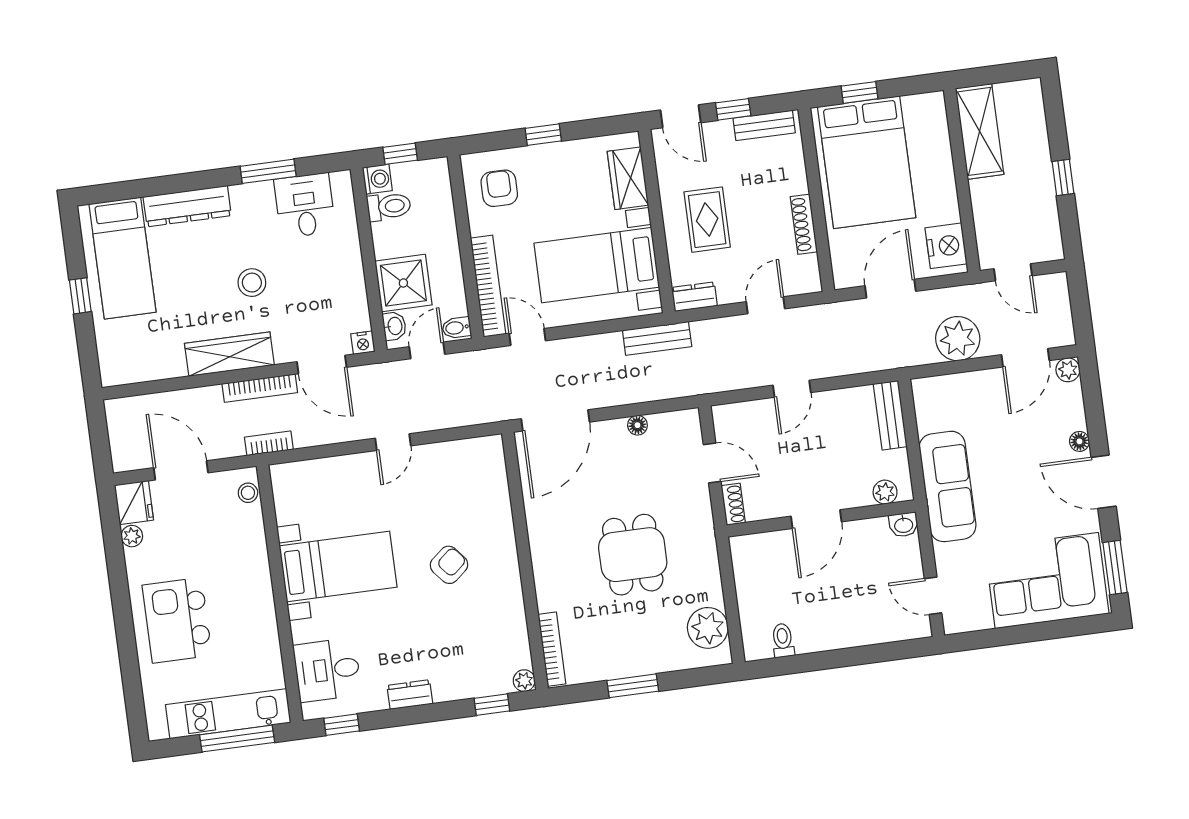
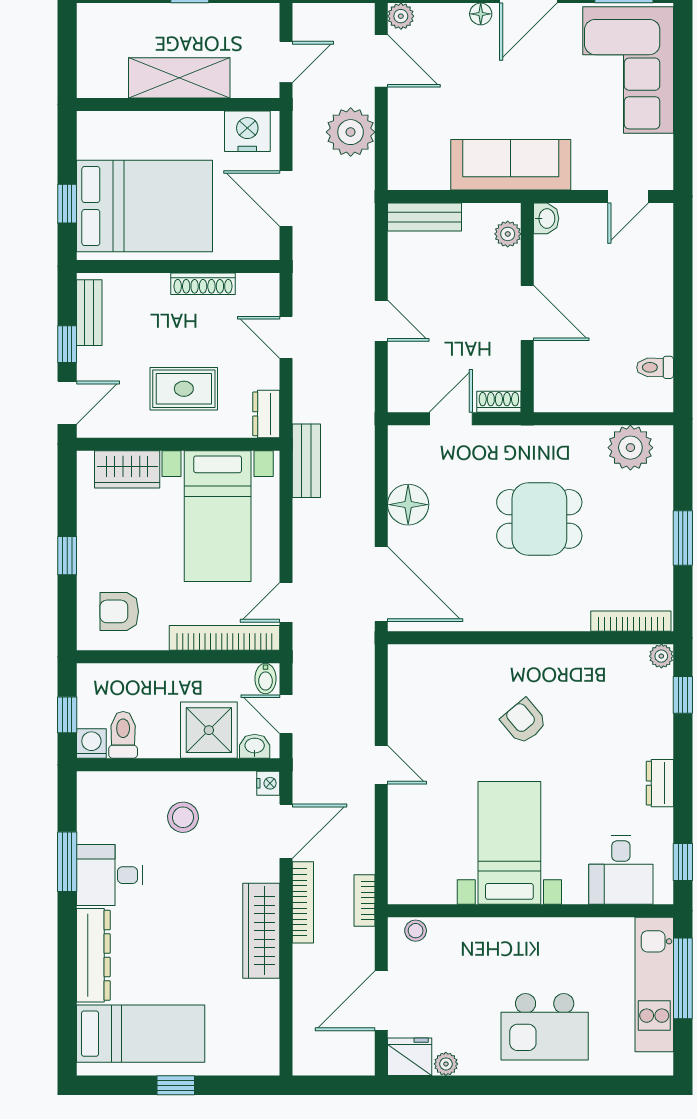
shelving: (980, 131) -> (179, 78), moved
desk: (305, 205) -> (110, 875), moved
stool: (252, 283) -> (183, 817), moved
floor lamp: (637, 425) -> (408, 505), width x1.89, depth x1.89

